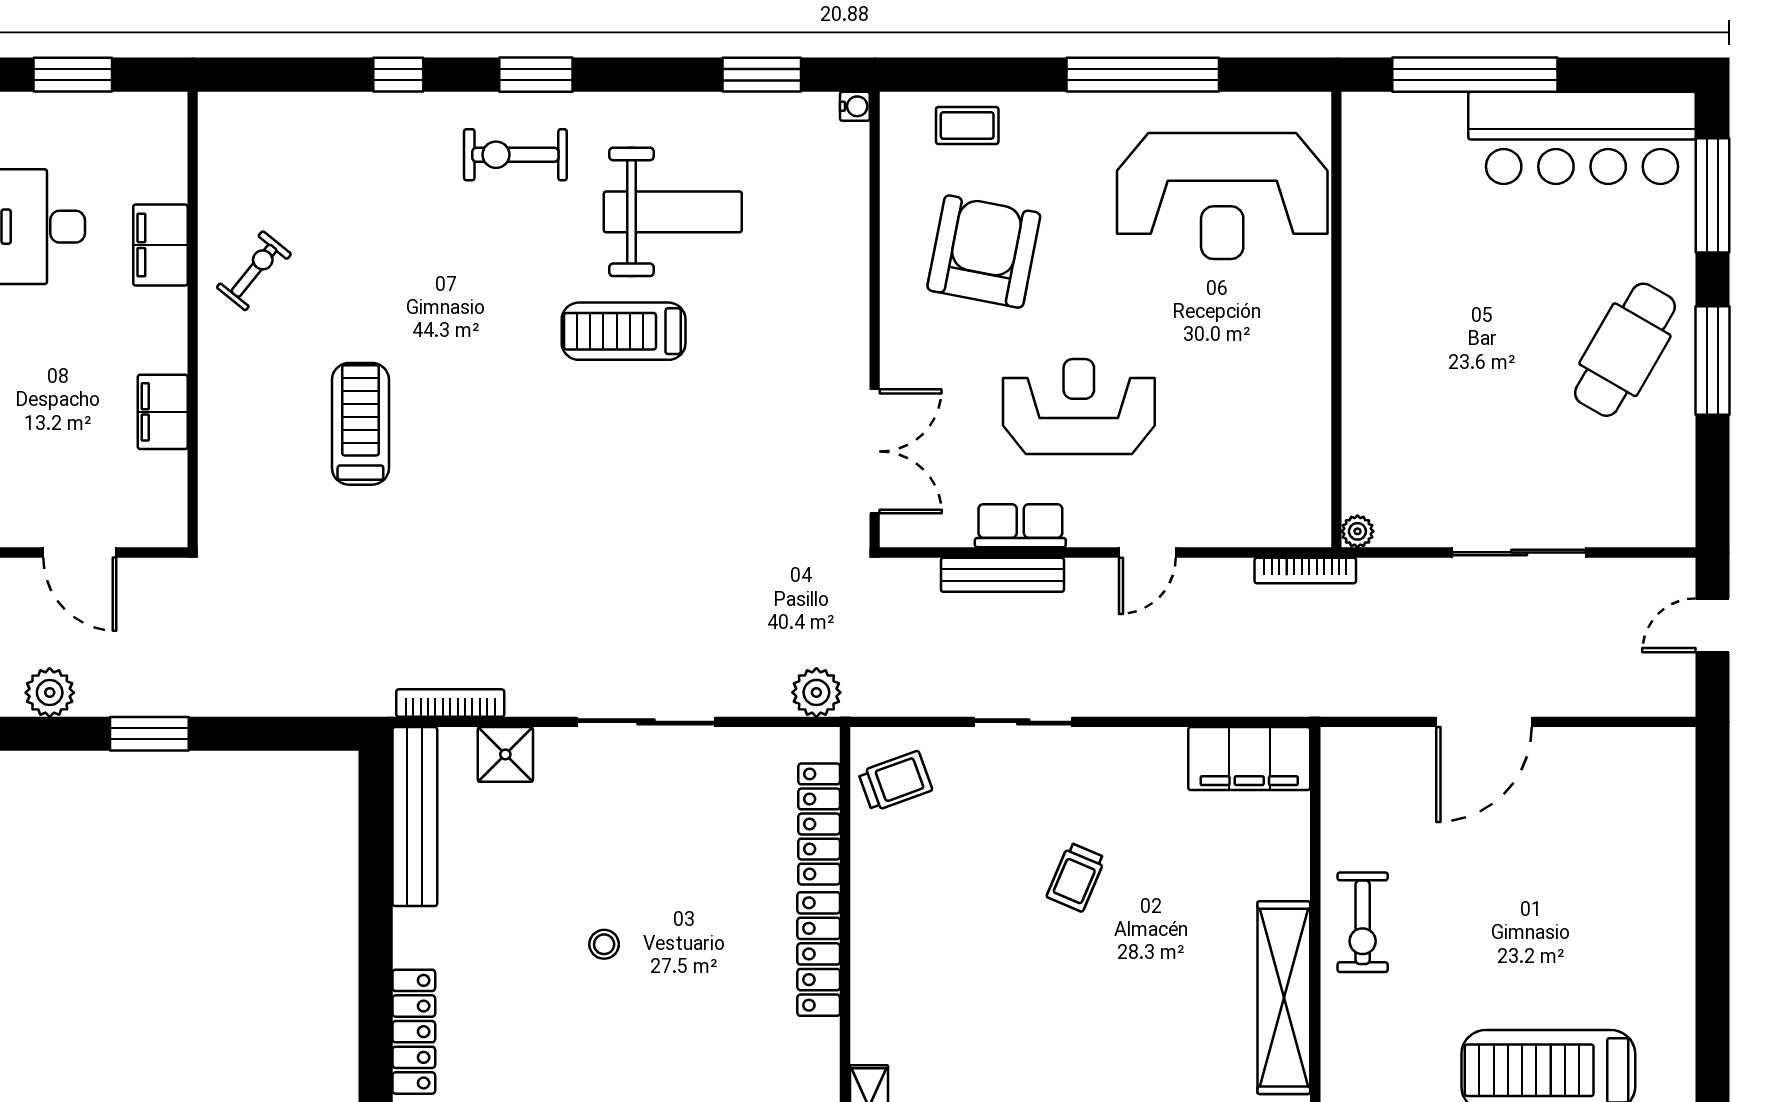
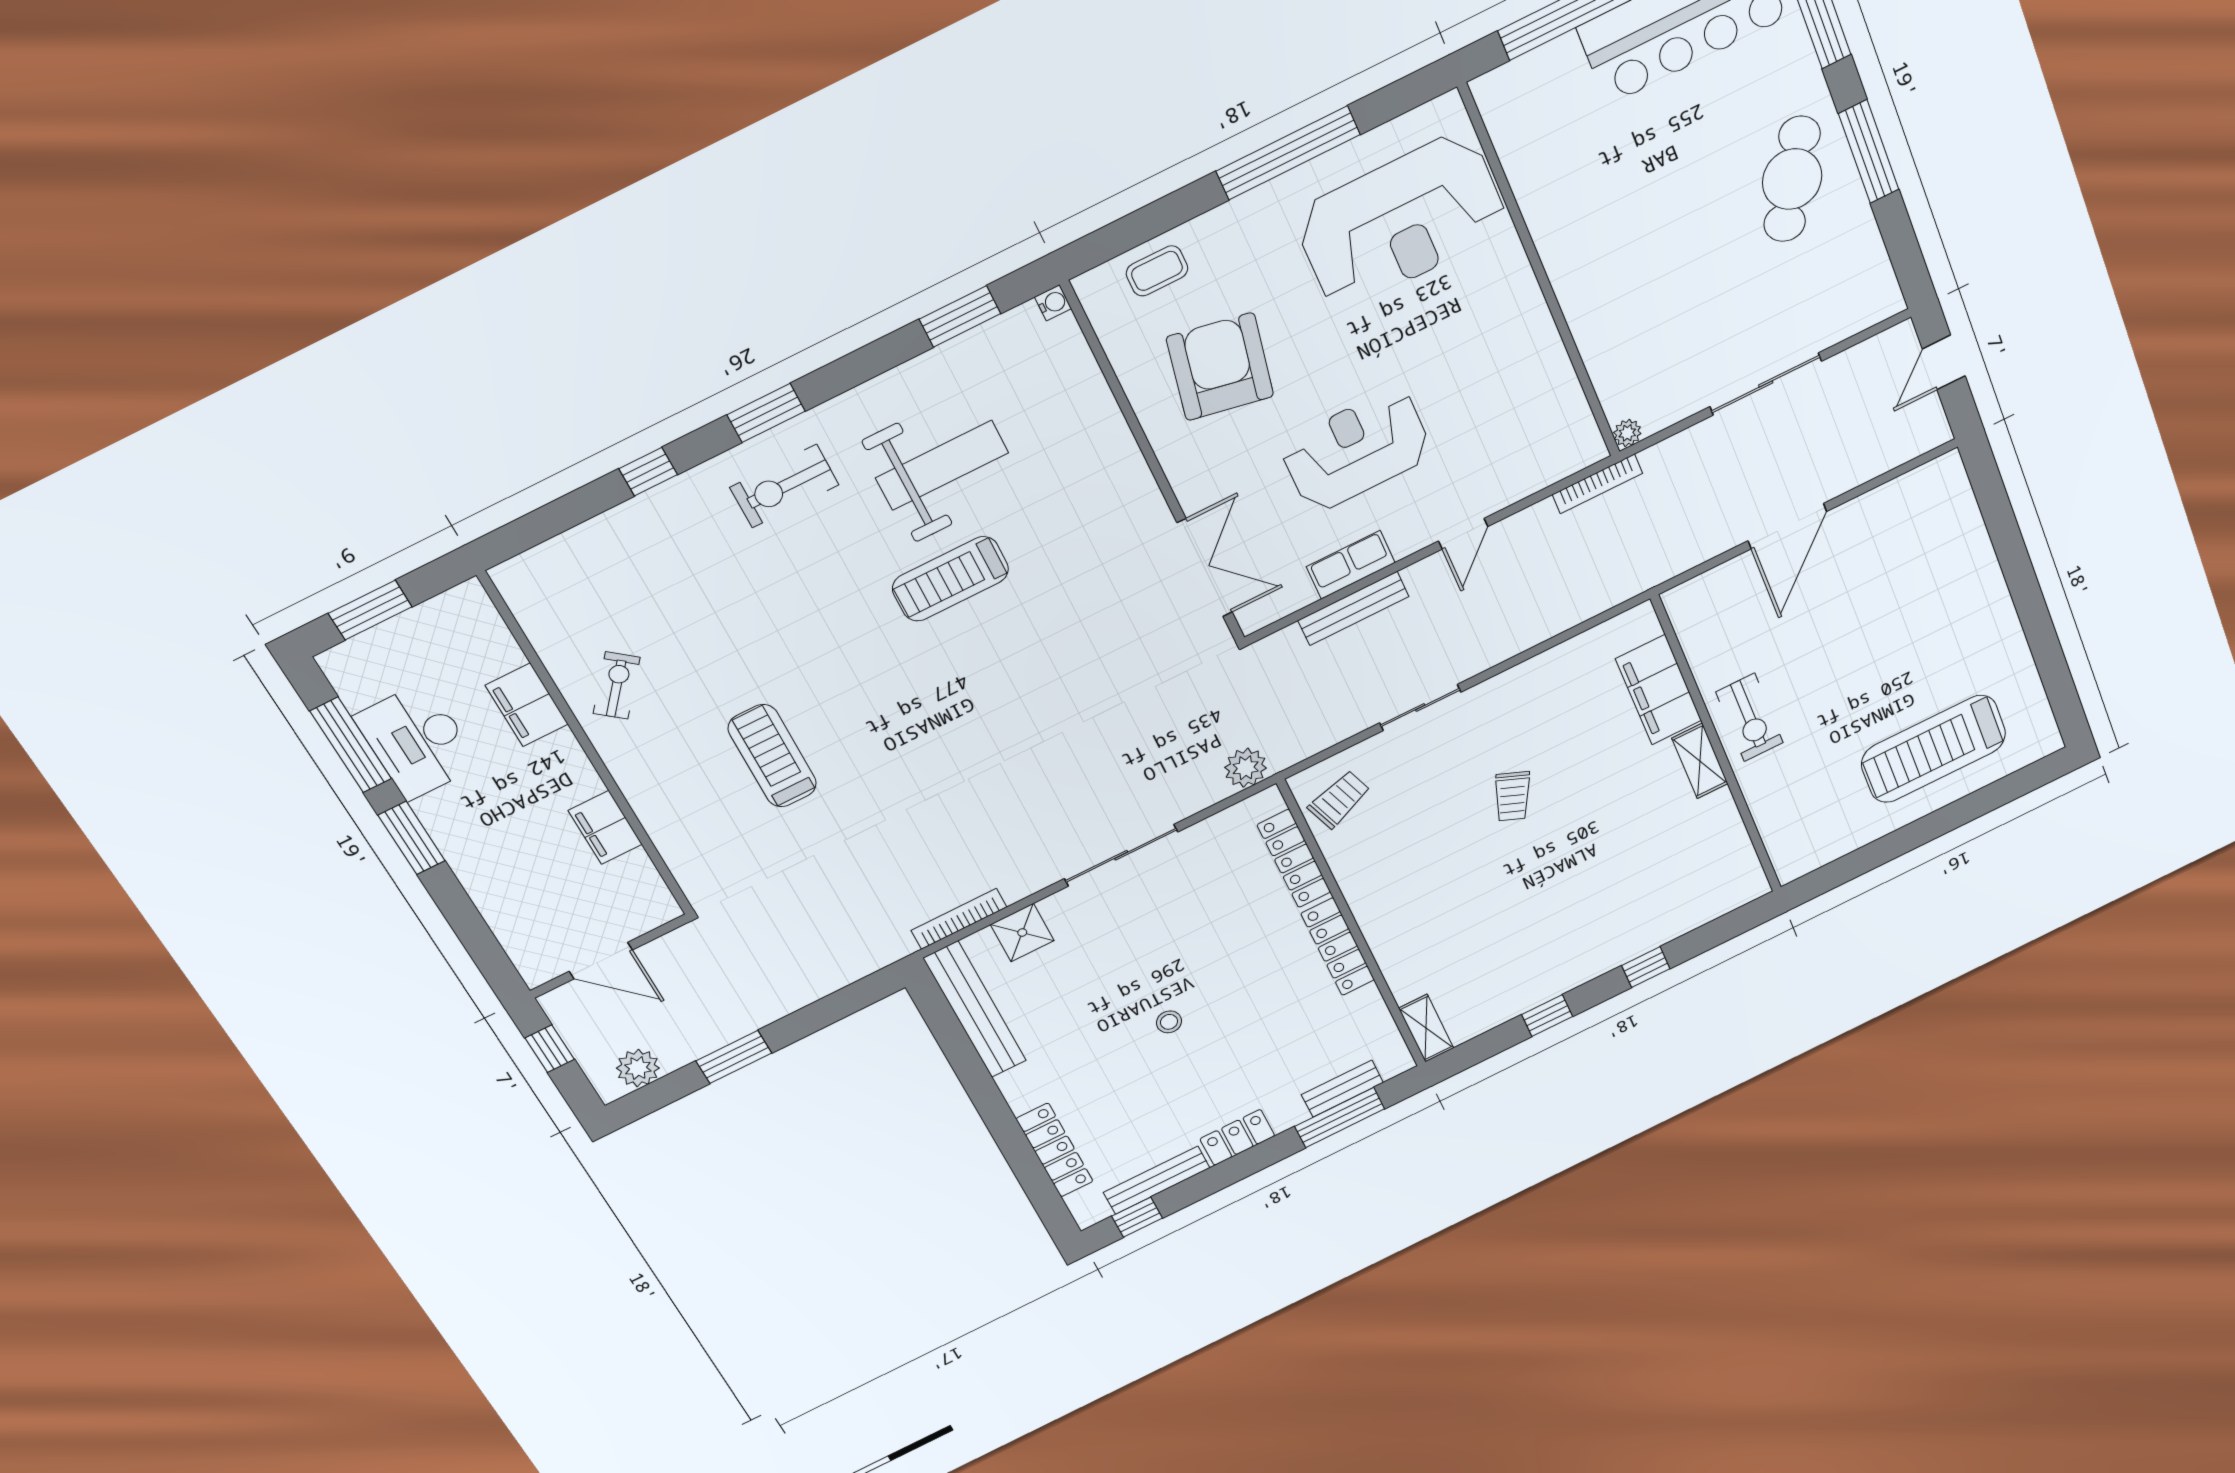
filing cabinet: (1249, 759) -> (1659, 690), moved, turned 90
shelving: (1284, 998) -> (1700, 761), width x0.45, depth x0.75

